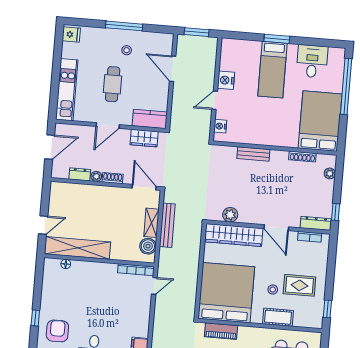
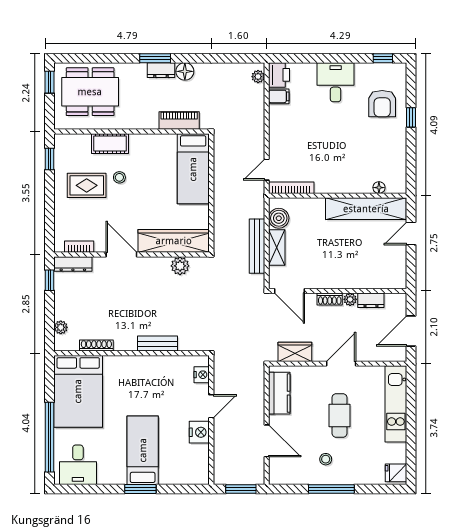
desk: (312, 61) -> (78, 465), moved
kitchen counter: (150, 119) -> (279, 393), moved, turned -90
bed: (226, 293) -> (193, 169), width x0.49

